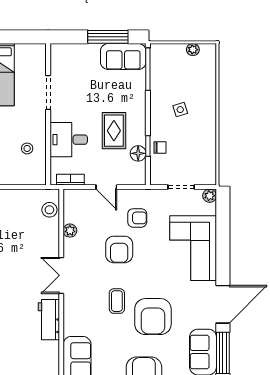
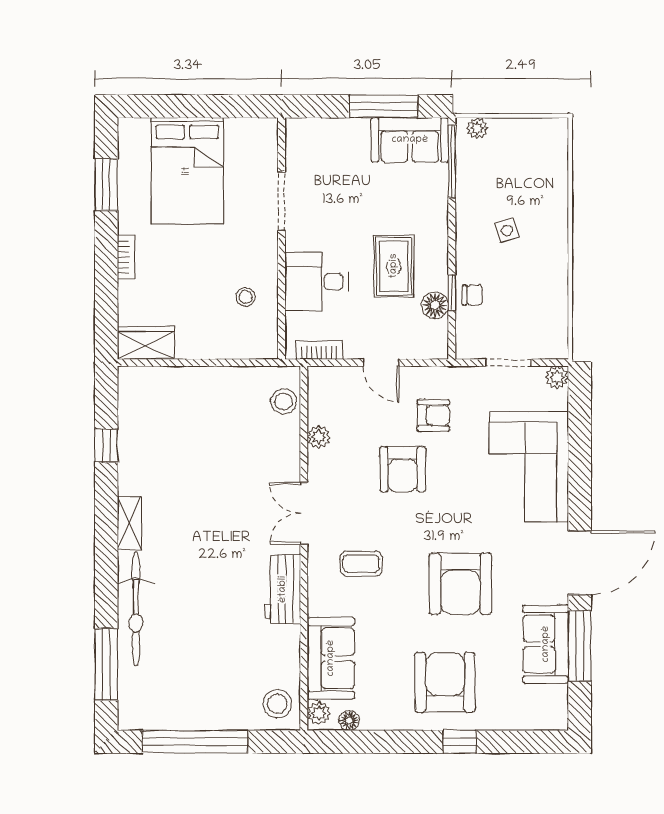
plant: (193, 50) -> (477, 128), moved
coffee table: (117, 301) -> (361, 564), moved, turned 90

